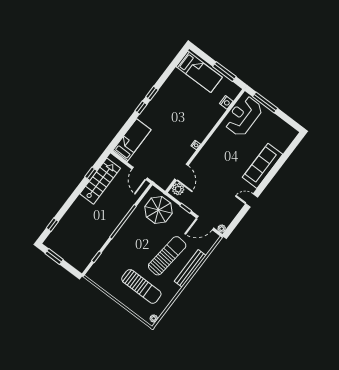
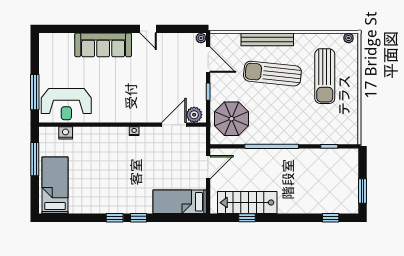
sun lounger: (141, 286) -> (325, 76), turned 180

